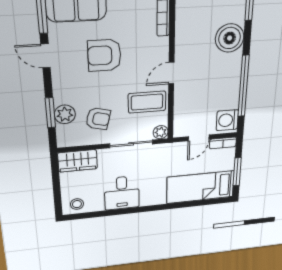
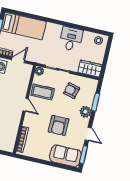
armchair: (104, 55) -> (59, 125), turned 90
door: (171, 73) -> (25, 105), hinge flipped
plant: (65, 114) -> (85, 112), moved

